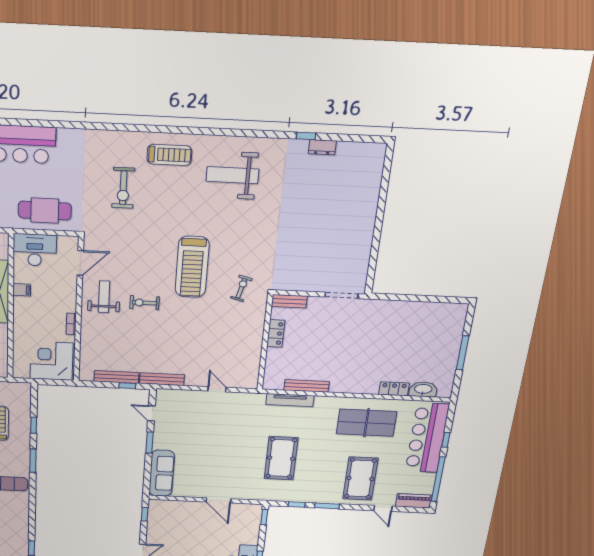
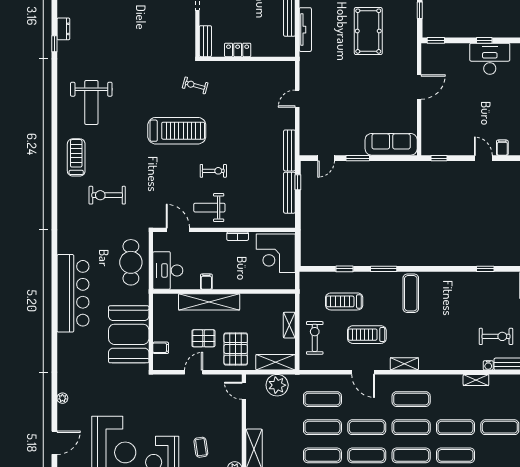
exercise bike: (123, 188) -> (107, 195), turned 180
exercise bike: (145, 303) -> (213, 171), turned -90
pool table: (281, 458) -> (368, 31), turned 90

